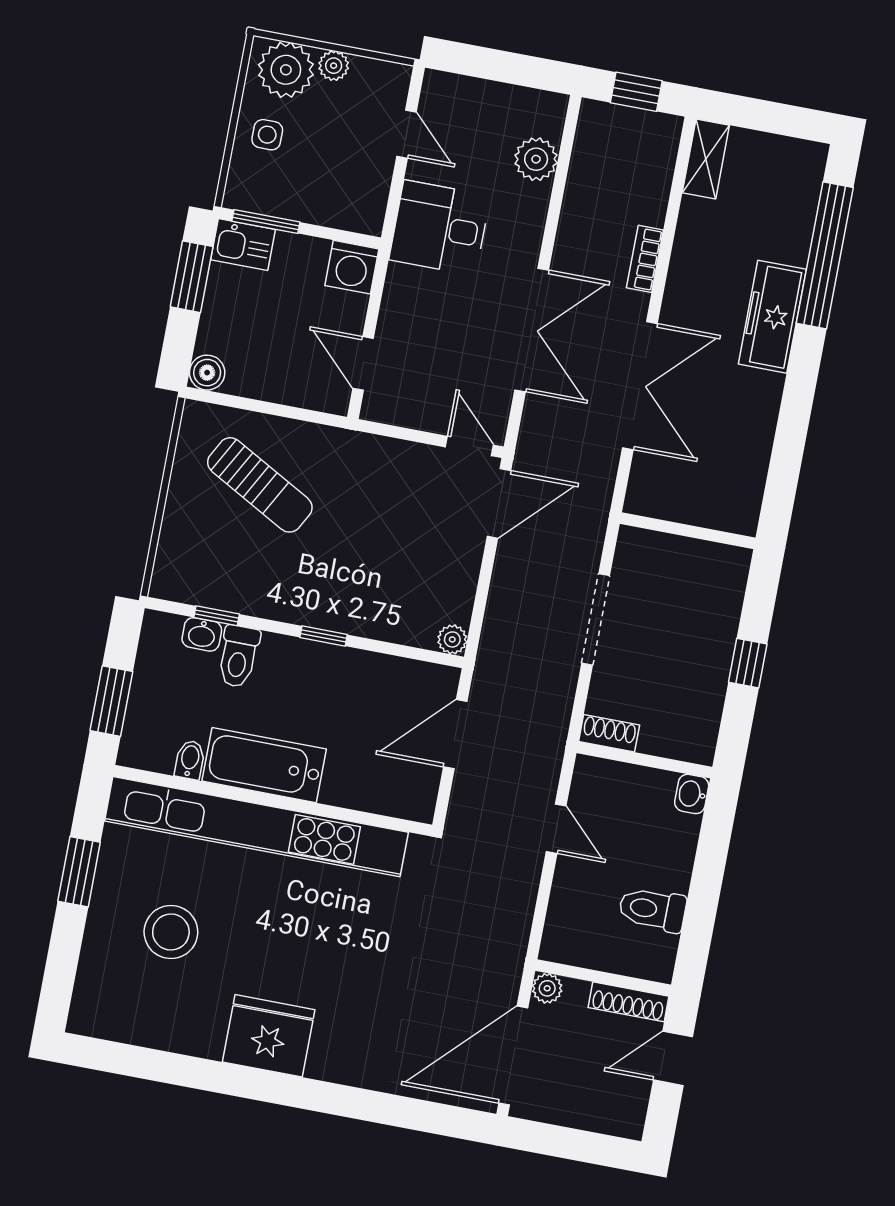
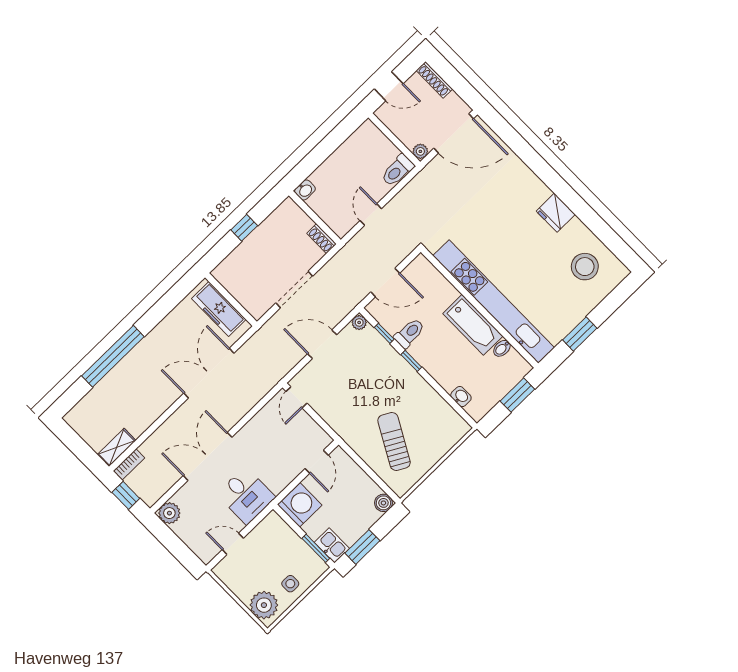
plant: (334, 66) -> (243, 593), removed
door: (406, 134) -> (233, 544), hinge flipped
plant: (536, 159) -> (169, 513), moved
window: (825, 255) -> (113, 356), moved
bookcase: (645, 259) -> (129, 464), moved
washing machine: (352, 267) -> (300, 505), width x1.37, depth x1.37
freezer: (772, 317) -> (219, 309), moved, turned 90
double door: (532, 330) -> (208, 456), moved
door: (499, 503) -> (322, 344), moved
window: (217, 616) -> (384, 333), moved
toilet: (238, 656) -> (409, 333), moved
toilet: (652, 909) -> (398, 170), moved, turned 90
stool: (171, 932) -> (585, 267), moved
shoe rack: (628, 1002) -> (434, 80), moved, turned 180
fridge: (269, 1036) -> (556, 213), width x0.73, depth x0.75

